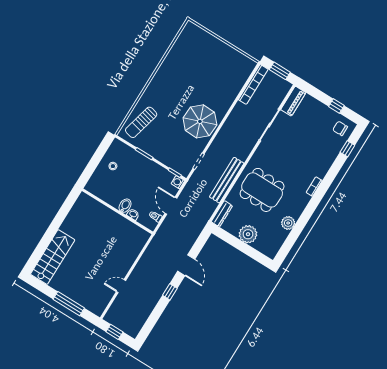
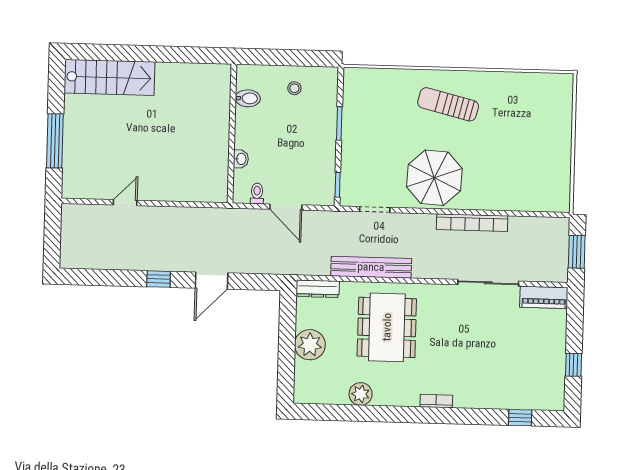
bookcase: (253, 84) -> (472, 223), moved
sun lounger: (141, 122) -> (448, 104), moved
chair: (340, 128) -> (544, 389), removed
washing machine: (178, 182) -> (326, 197), removed
bidet: (125, 206) -> (248, 98), moved
door: (171, 206) -> (286, 207), swing flipped
door: (121, 286) -> (125, 203), hinge flipped
window: (114, 332) -> (52, 232), removed

